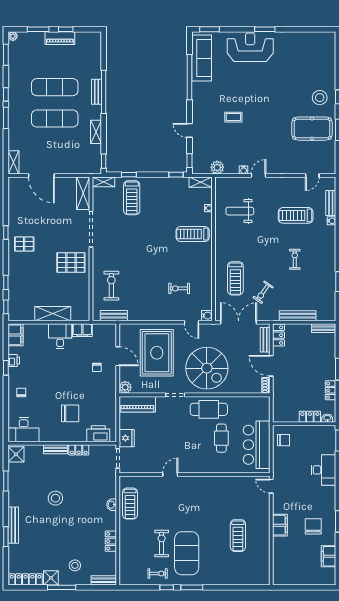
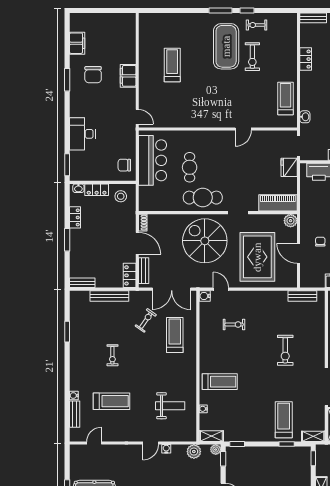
plant: (197, 169) -> (216, 450), added
exercise bike: (111, 286) -> (285, 350), moved
stool: (287, 411) -> (121, 196), added
washbasin: (112, 505) -> (305, 117), moved

